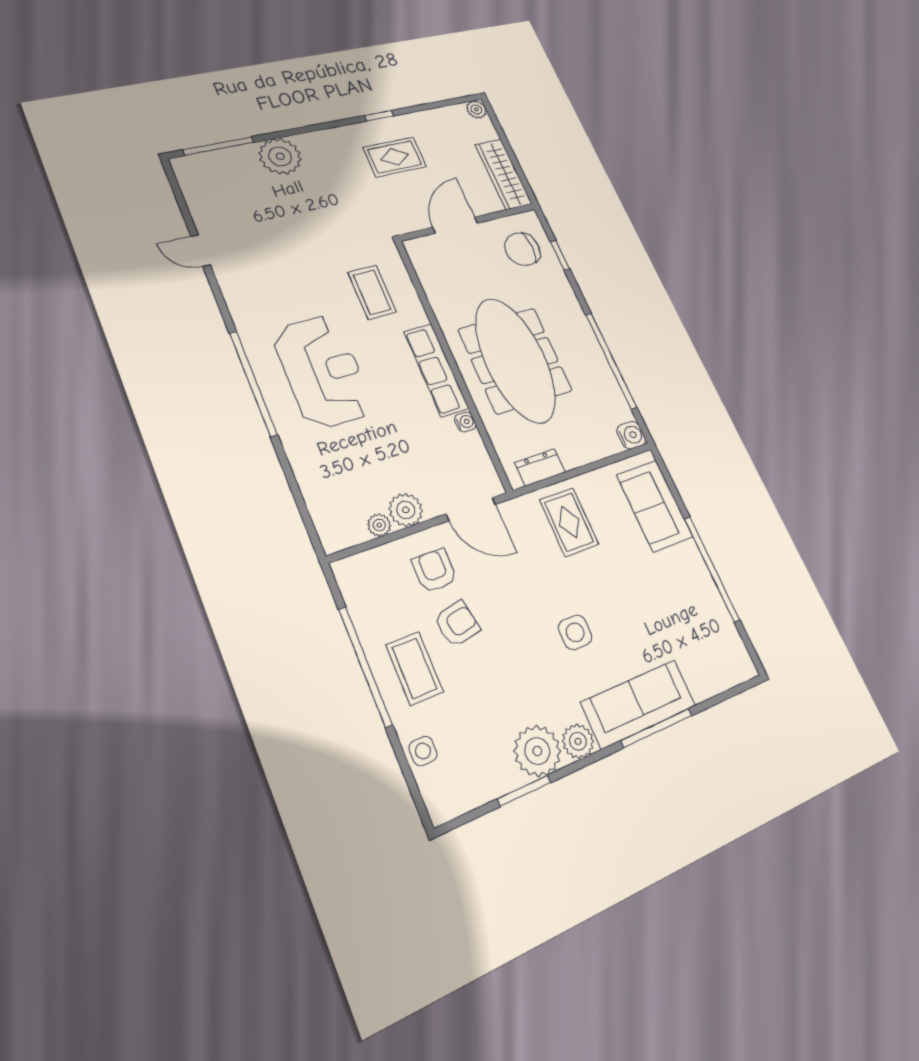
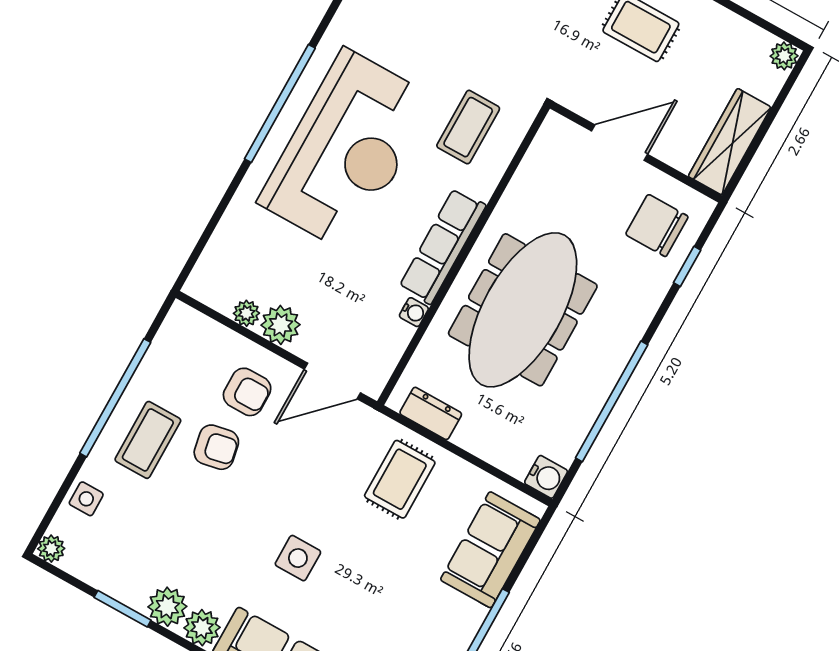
reception desk: (323, 371) -> (346, 150), width x1.36, depth x1.30
door: (471, 509) -> (332, 381), hinge flipped
armchair: (434, 570) -> (247, 392), turned 90
plant: (537, 751) -> (167, 607), width x0.73, depth x0.73
plant: (440, 810) -> (51, 549), added

